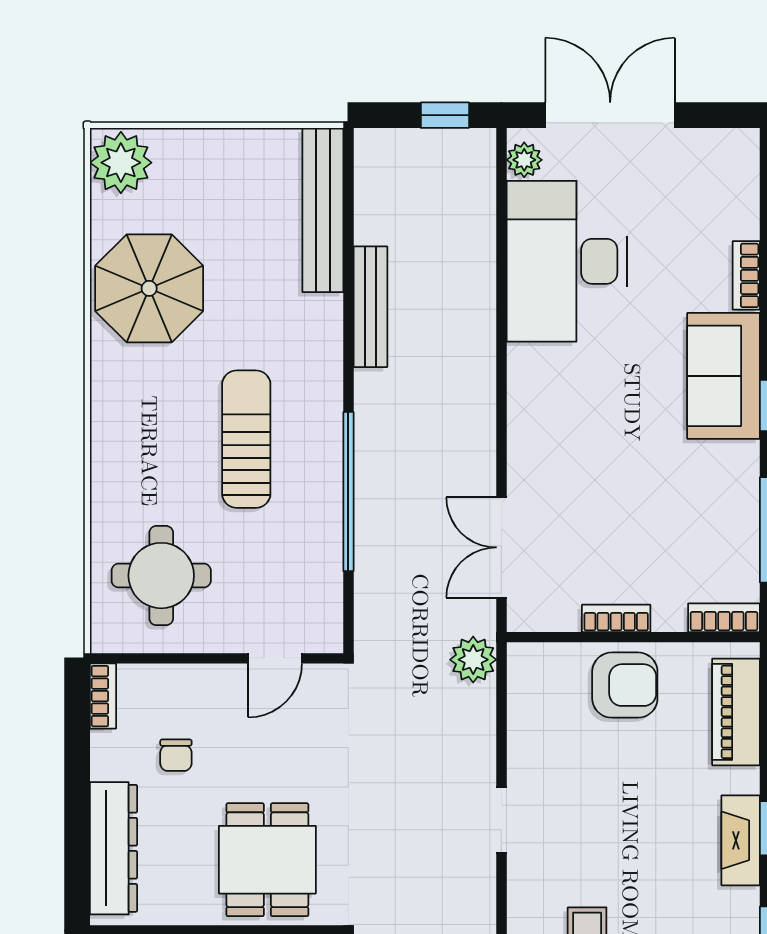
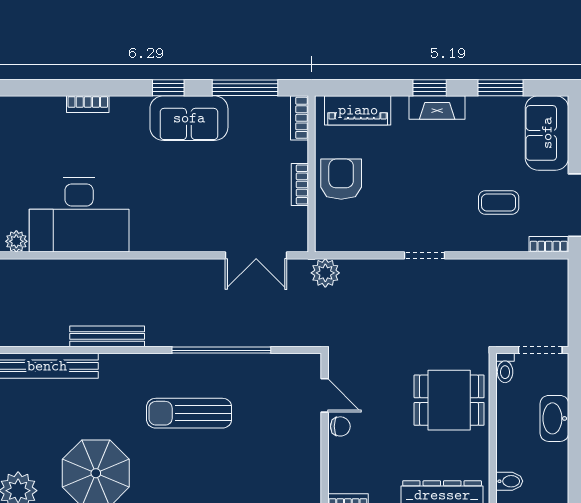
sofa: (724, 376) -> (189, 118), moved
round table: (161, 576) -> (273, 466), removed
chair: (176, 755) -> (340, 426), moved

